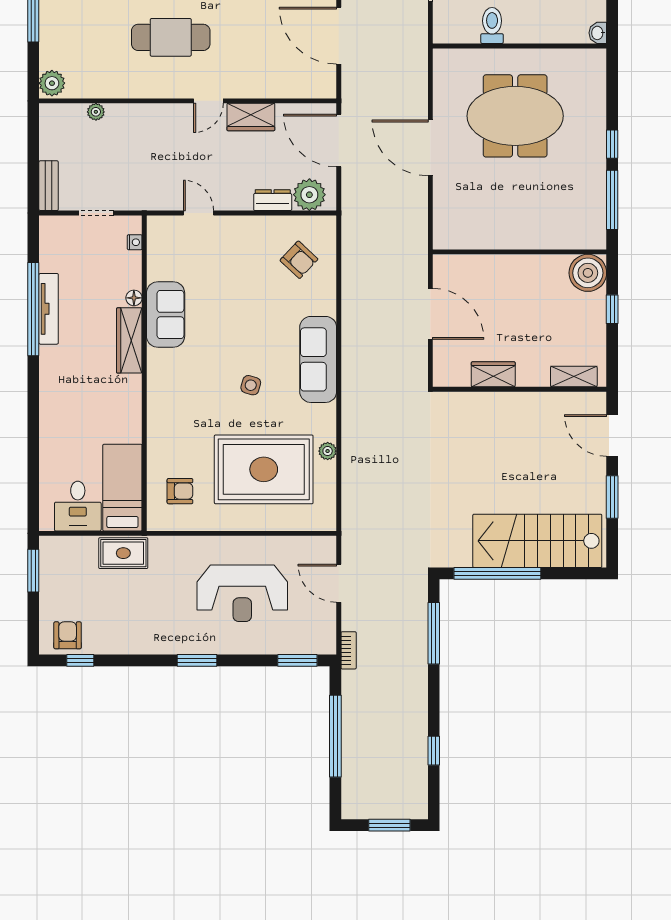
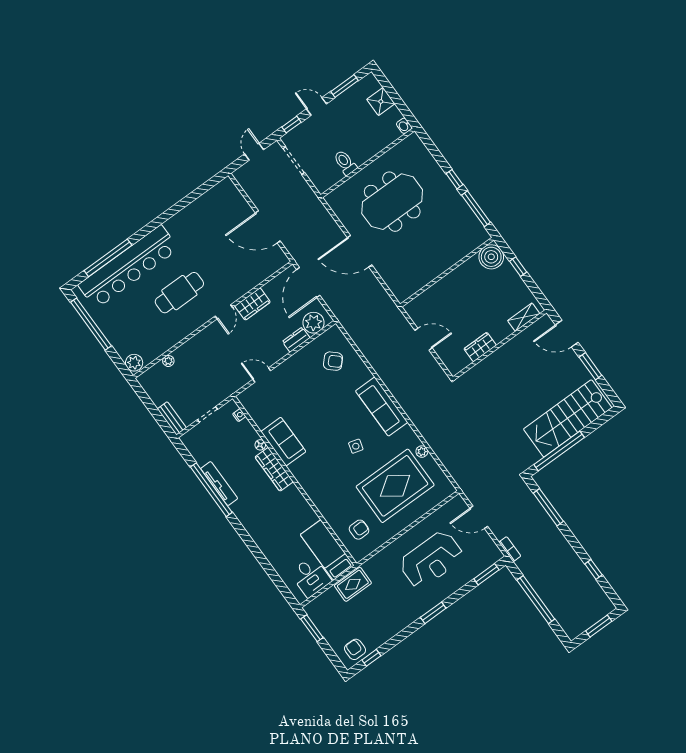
door: (339, 141) -> (308, 283), hinge flipped
door: (430, 314) -> (423, 339), width x0.73

